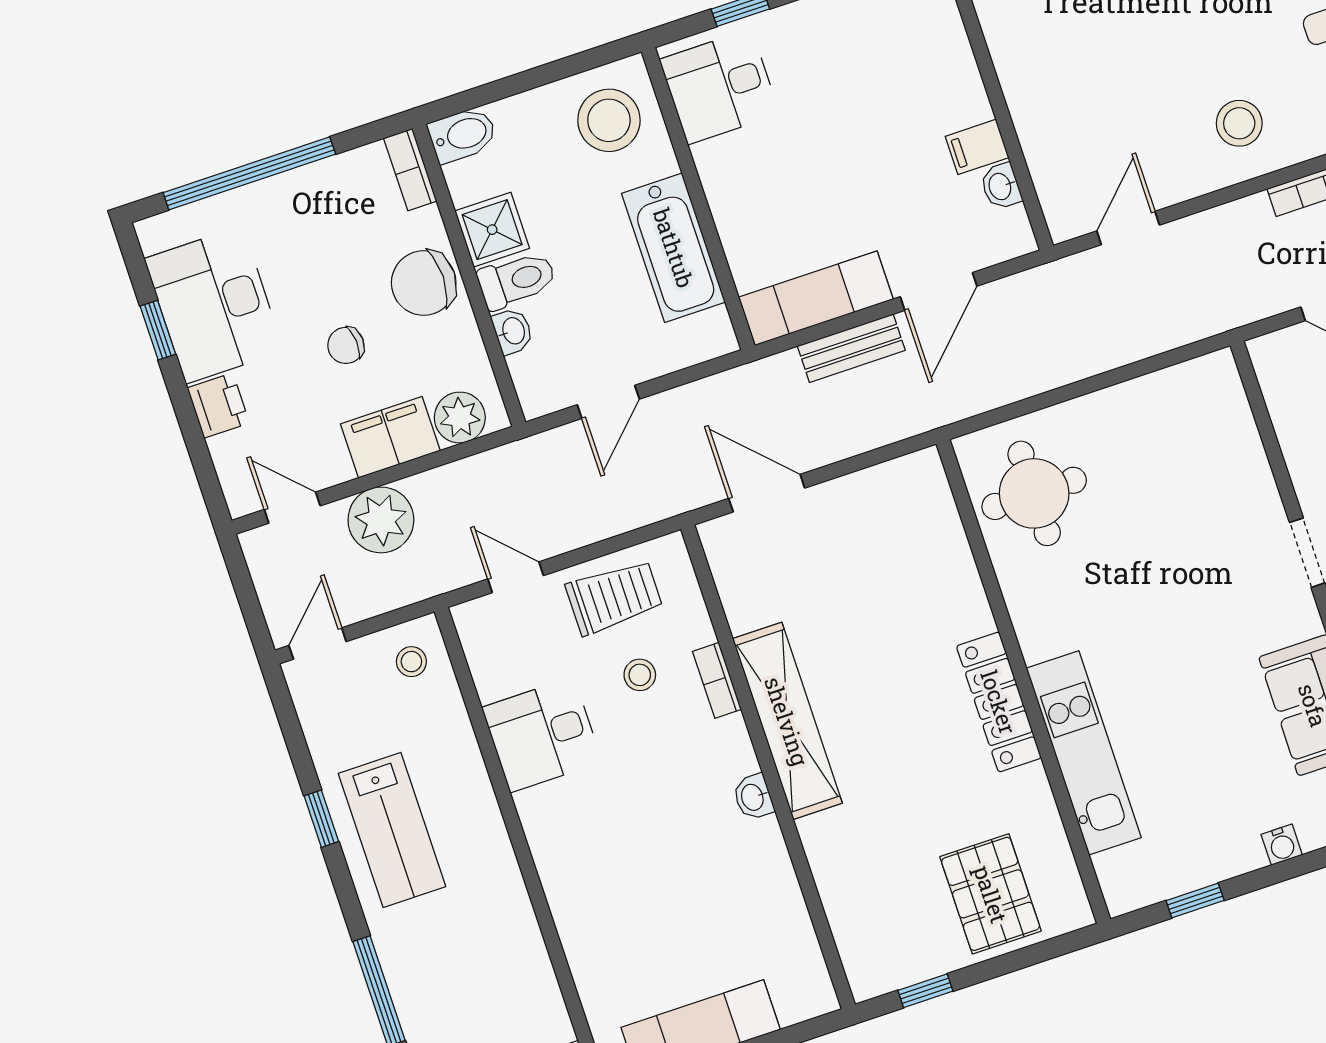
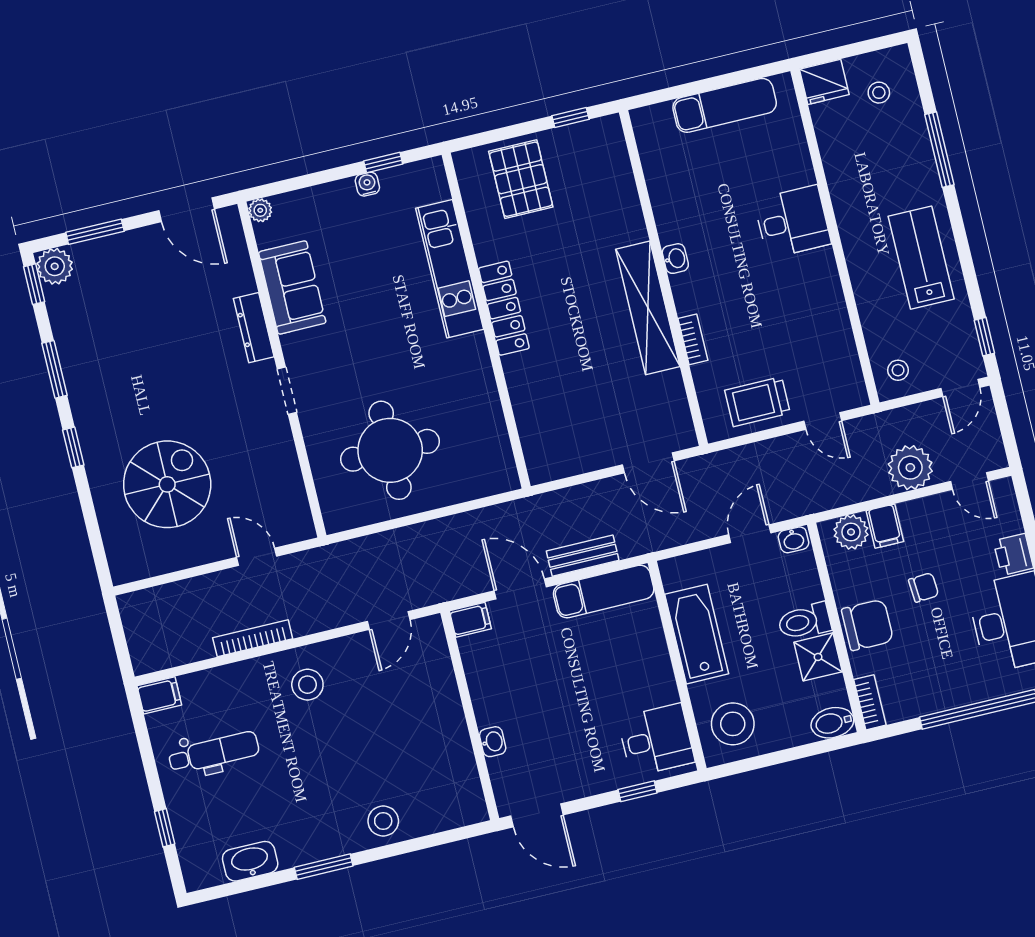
filing cabinet: (977, 147) -> (470, 620), moved
washbasin: (1001, 186) -> (493, 742), moved
door: (939, 291) -> (520, 589), hinge flipped
washbasin: (513, 331) -> (794, 540), moved, turned -90
filing cabinet: (390, 437) -> (885, 526), width x0.50
round table: (1034, 493) -> (390, 450), moved, width x1.36, depth x1.36
stool: (640, 675) -> (745, 348), removed
desk: (542, 735) -> (792, 222), moved
window: (321, 819) -> (984, 337), moved
water cooler: (1282, 845) -> (367, 184), moved

